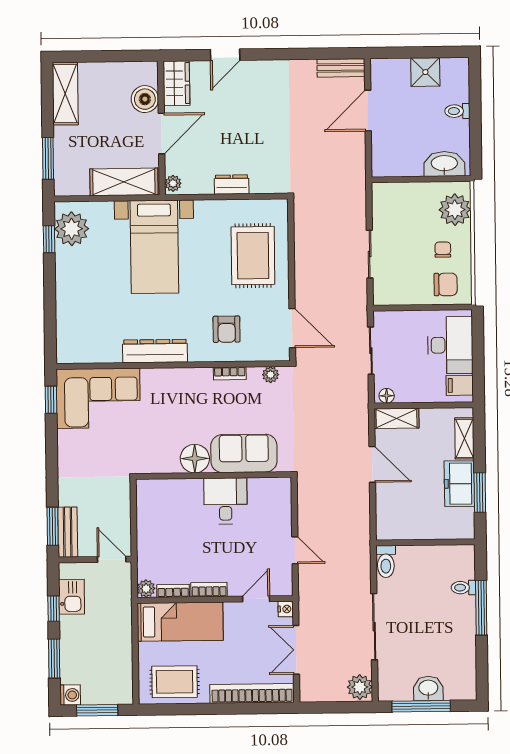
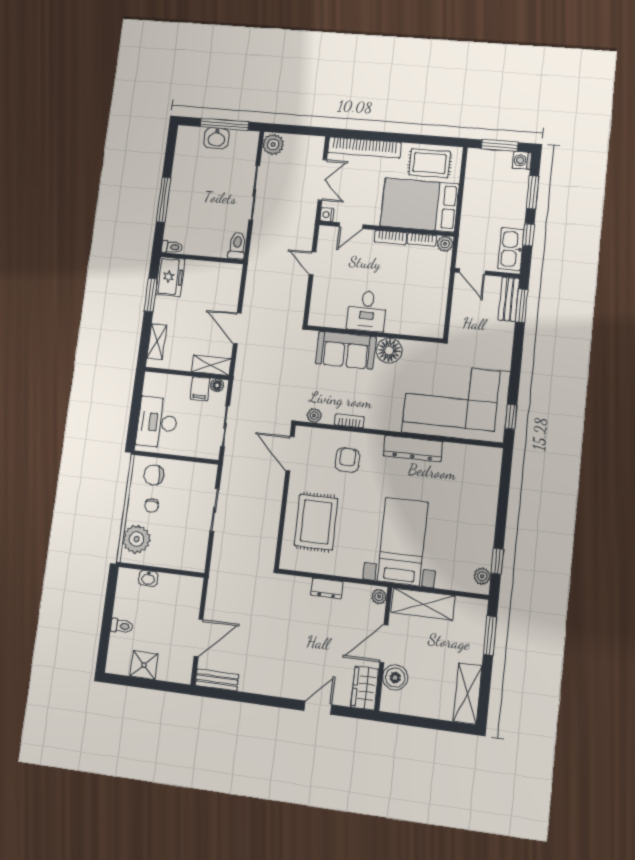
washbasin: (444, 164) -> (148, 578), width x0.52, depth x0.69
plant: (72, 229) -> (482, 576), width x0.53, depth x0.53
filing cabinet: (460, 385) -> (200, 389), moved, turned 90
corner sofa: (98, 398) -> (456, 402), width x1.36, depth x1.36
freezer: (459, 484) -> (170, 277), moved
toilet: (463, 588) -> (172, 247), moved
kitchen sink: (72, 597) -> (511, 249), width x1.38
bed: (180, 622) -> (420, 205), width x1.50

